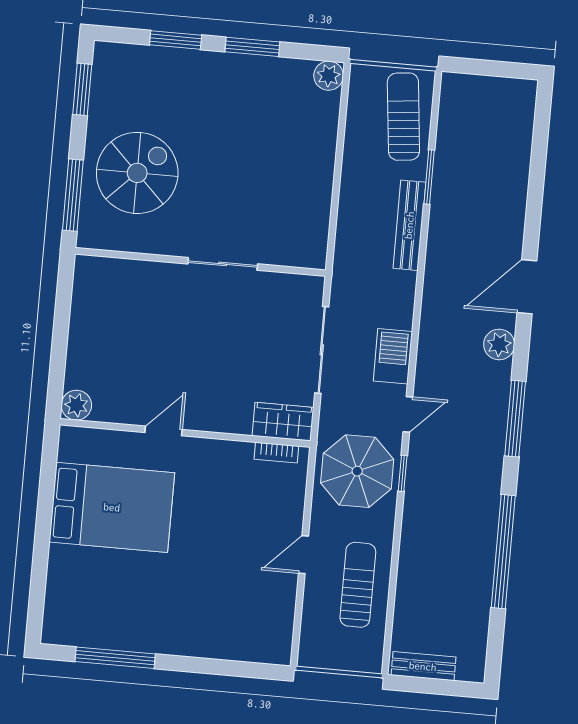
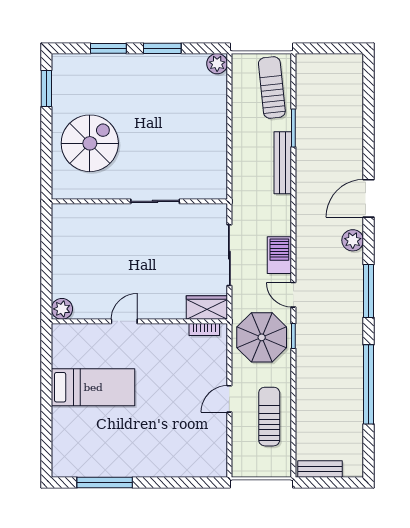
window: (73, 195) -> (46, 163), removed
door: (408, 414) -> (293, 295), swing flipped
bed: (112, 507) -> (93, 387), width x0.67

